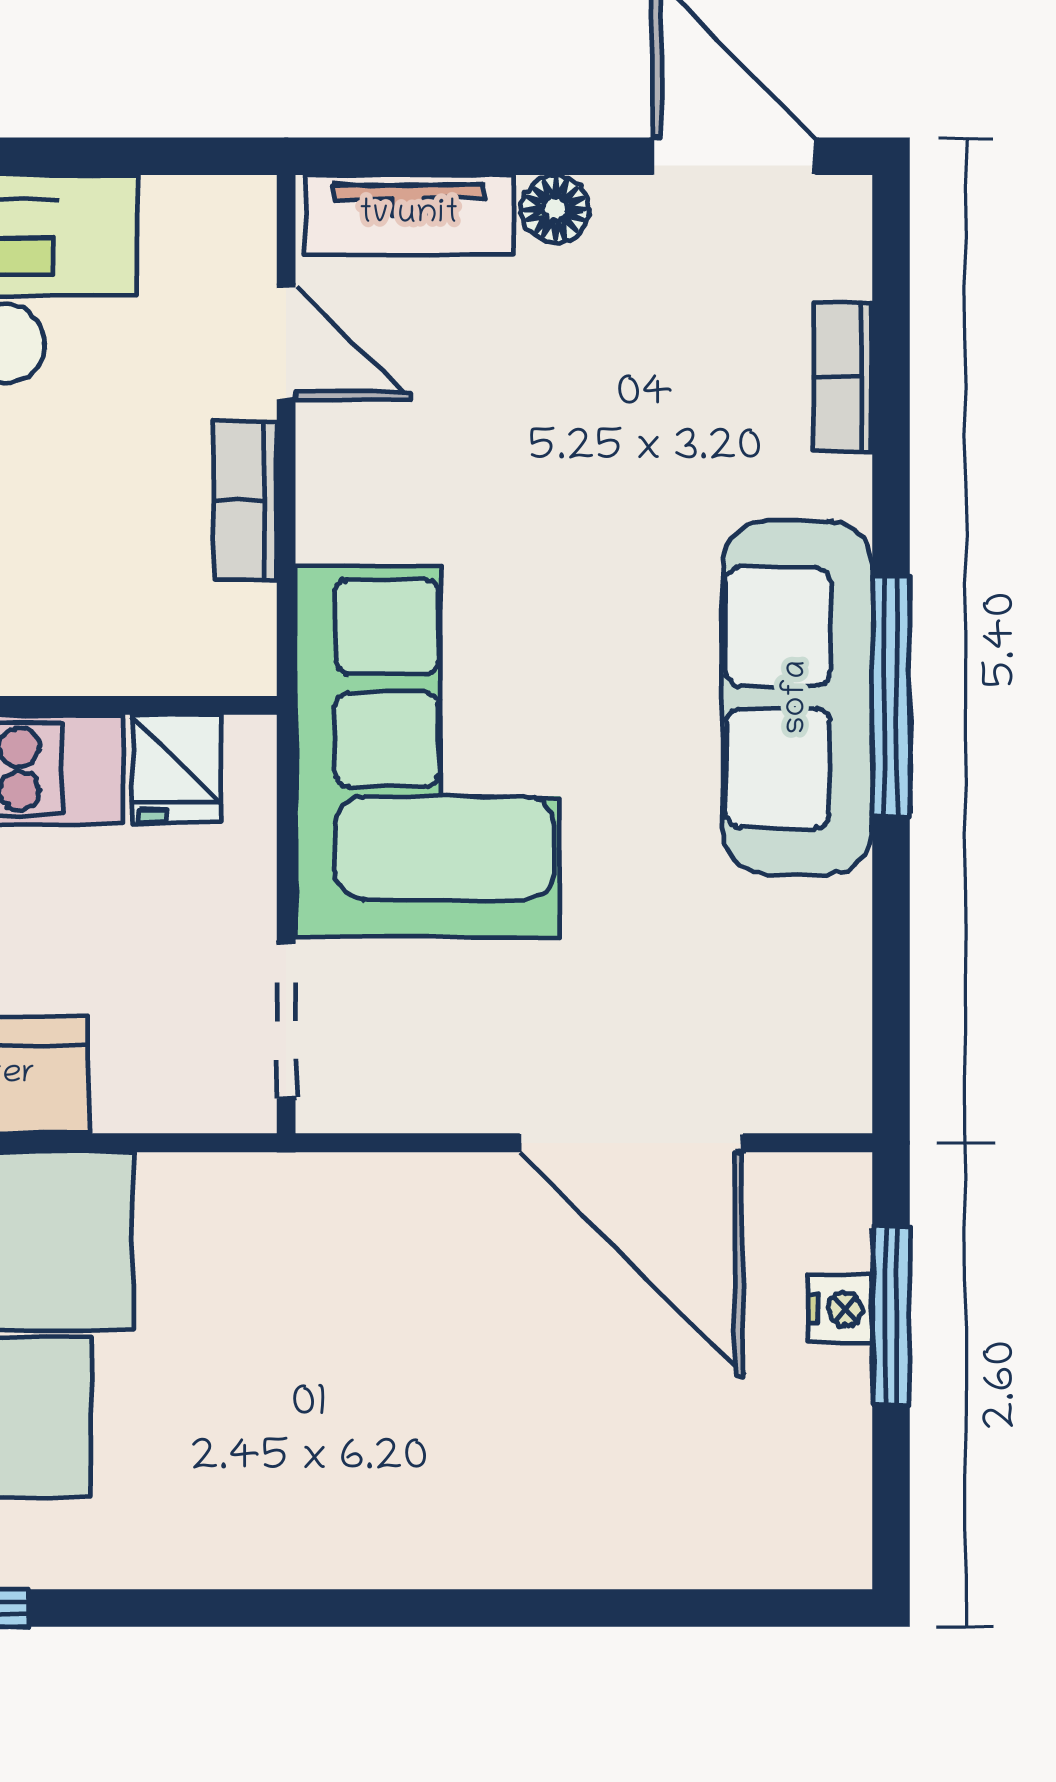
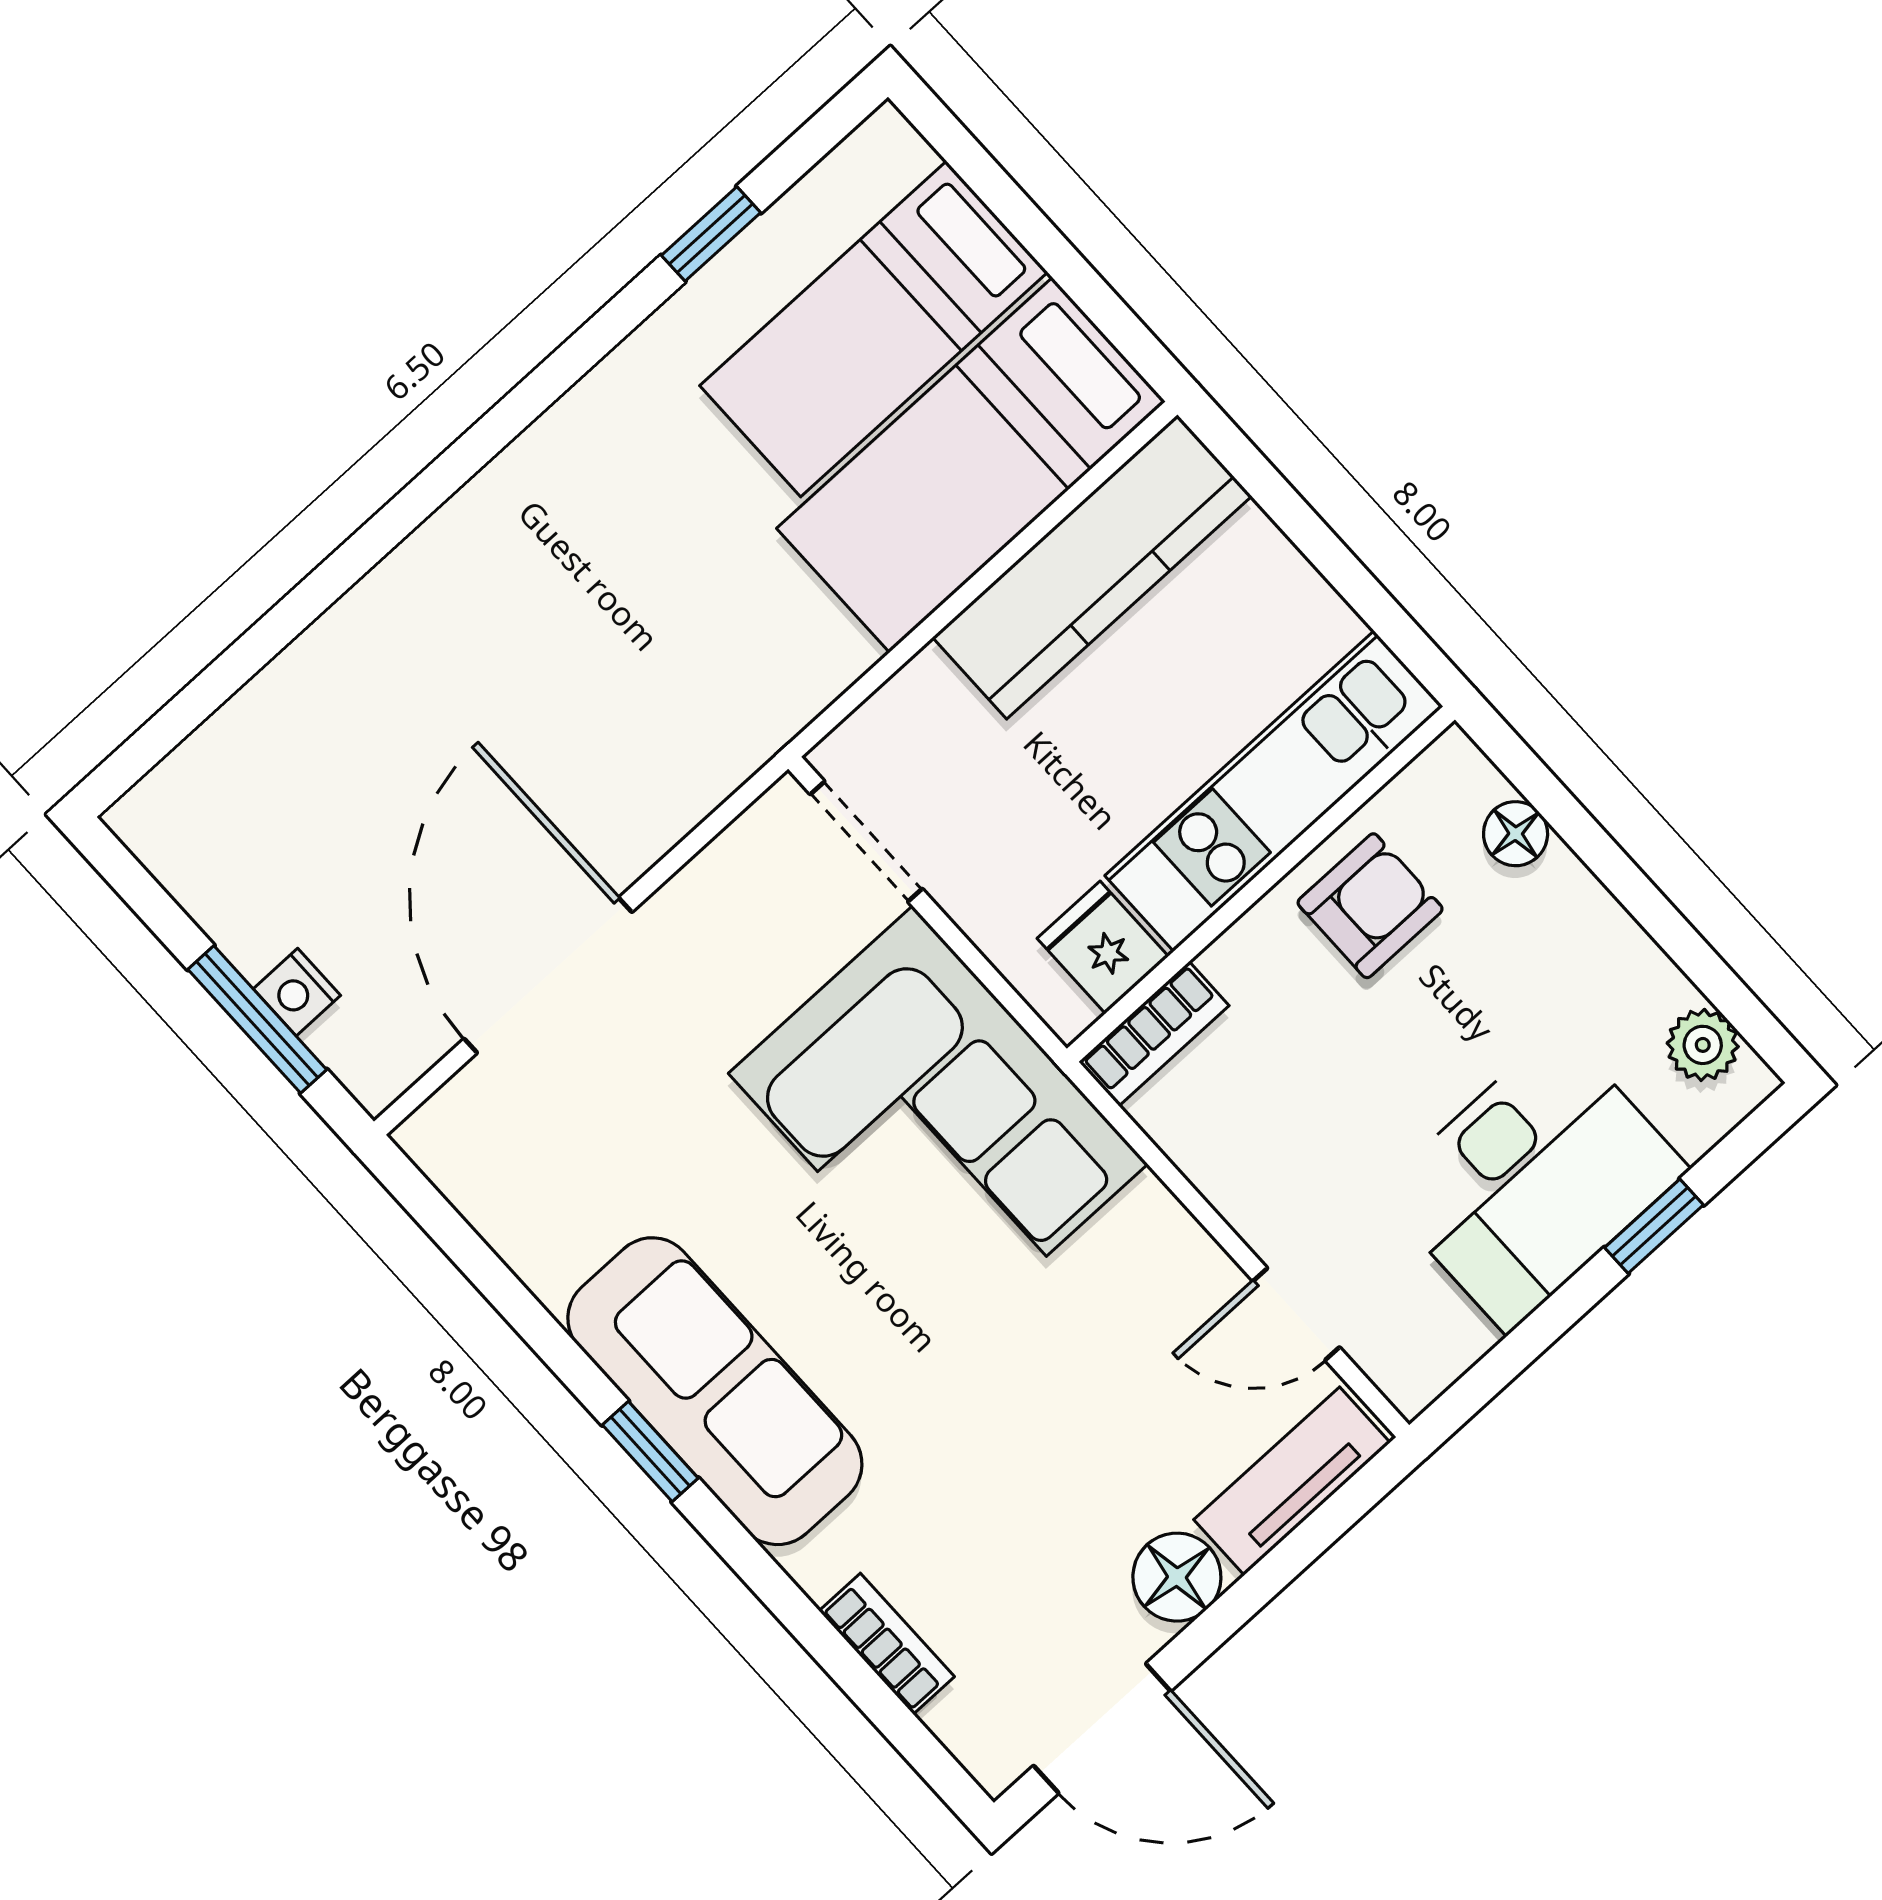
floor lamp: (555, 209) -> (1177, 1577), width x1.37, depth x1.37
bookcase: (245, 500) -> (1154, 1034), moved, turned 90
window: (891, 696) -> (650, 1452), width x0.46
door: (631, 1143) -> (548, 975), hinge flipped

